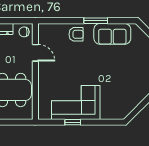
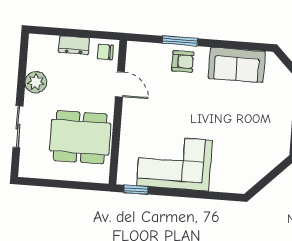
window: (96, 21) -> (180, 41), moved
window: (73, 122) -> (136, 190), moved

